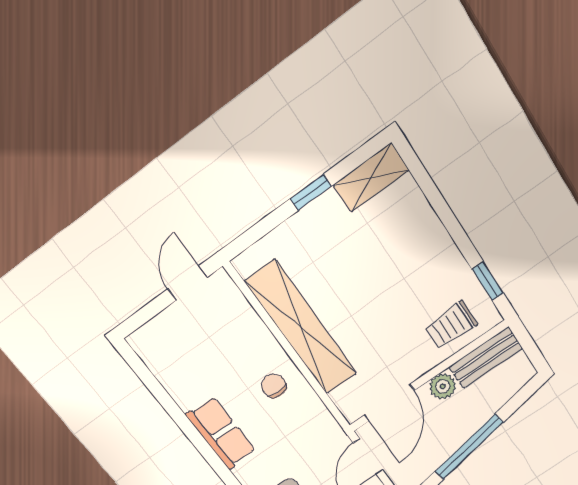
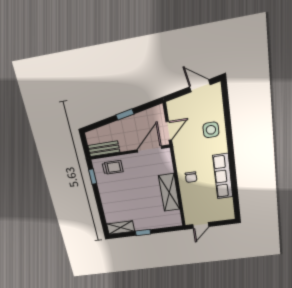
shelving: (301, 328) -> (169, 193), width x0.68
plant: (443, 386) -> (125, 145), removed
row of seats: (221, 433) -> (223, 176), width x1.48
window: (469, 447) -> (125, 114), width x0.46

